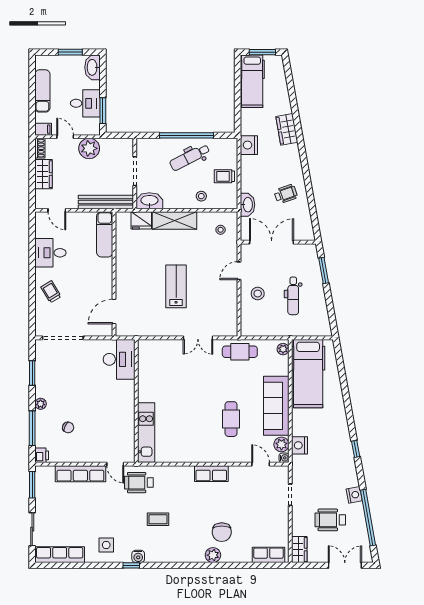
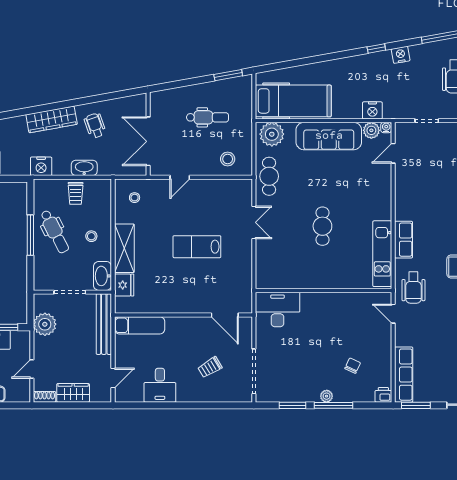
filing cabinet: (43, 129) -> (24, 393), removed
wardrobe: (287, 129) -> (52, 119), moved, width x1.50
window: (186, 135) -> (30, 235), width x0.68
plant: (89, 148) -> (45, 324), moved
stool: (201, 196) -> (91, 236), moved
washbasin: (247, 205) -> (84, 168), moved
door: (239, 271) -> (180, 177), hinge flipped
window: (324, 271) -> (228, 75), moved
trolley: (51, 292) -> (210, 367), moved
stool: (258, 294) -> (228, 159), moved
plant: (283, 349) -> (272, 134), width x1.88, depth x1.88
cafe table: (231, 419) -> (322, 226), moved, turned 90
window: (32, 428) -> (333, 405), moved
kitchen unit: (146, 433) -> (382, 254), moved, turned -90
door: (115, 464) -> (393, 314), swing flipped
row of seats: (80, 474) -> (404, 375), moved
row of seats: (211, 474) -> (403, 240), moved
nightstand: (354, 495) -> (401, 55), moved

